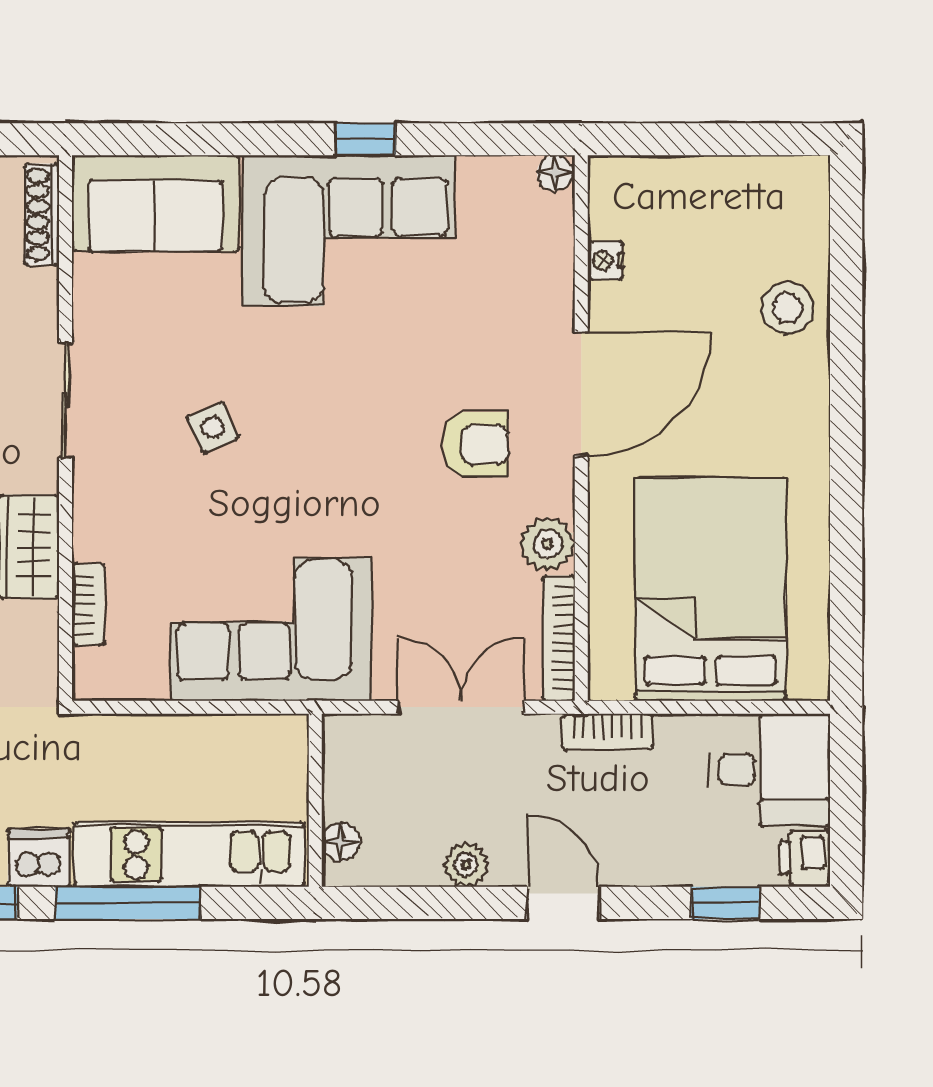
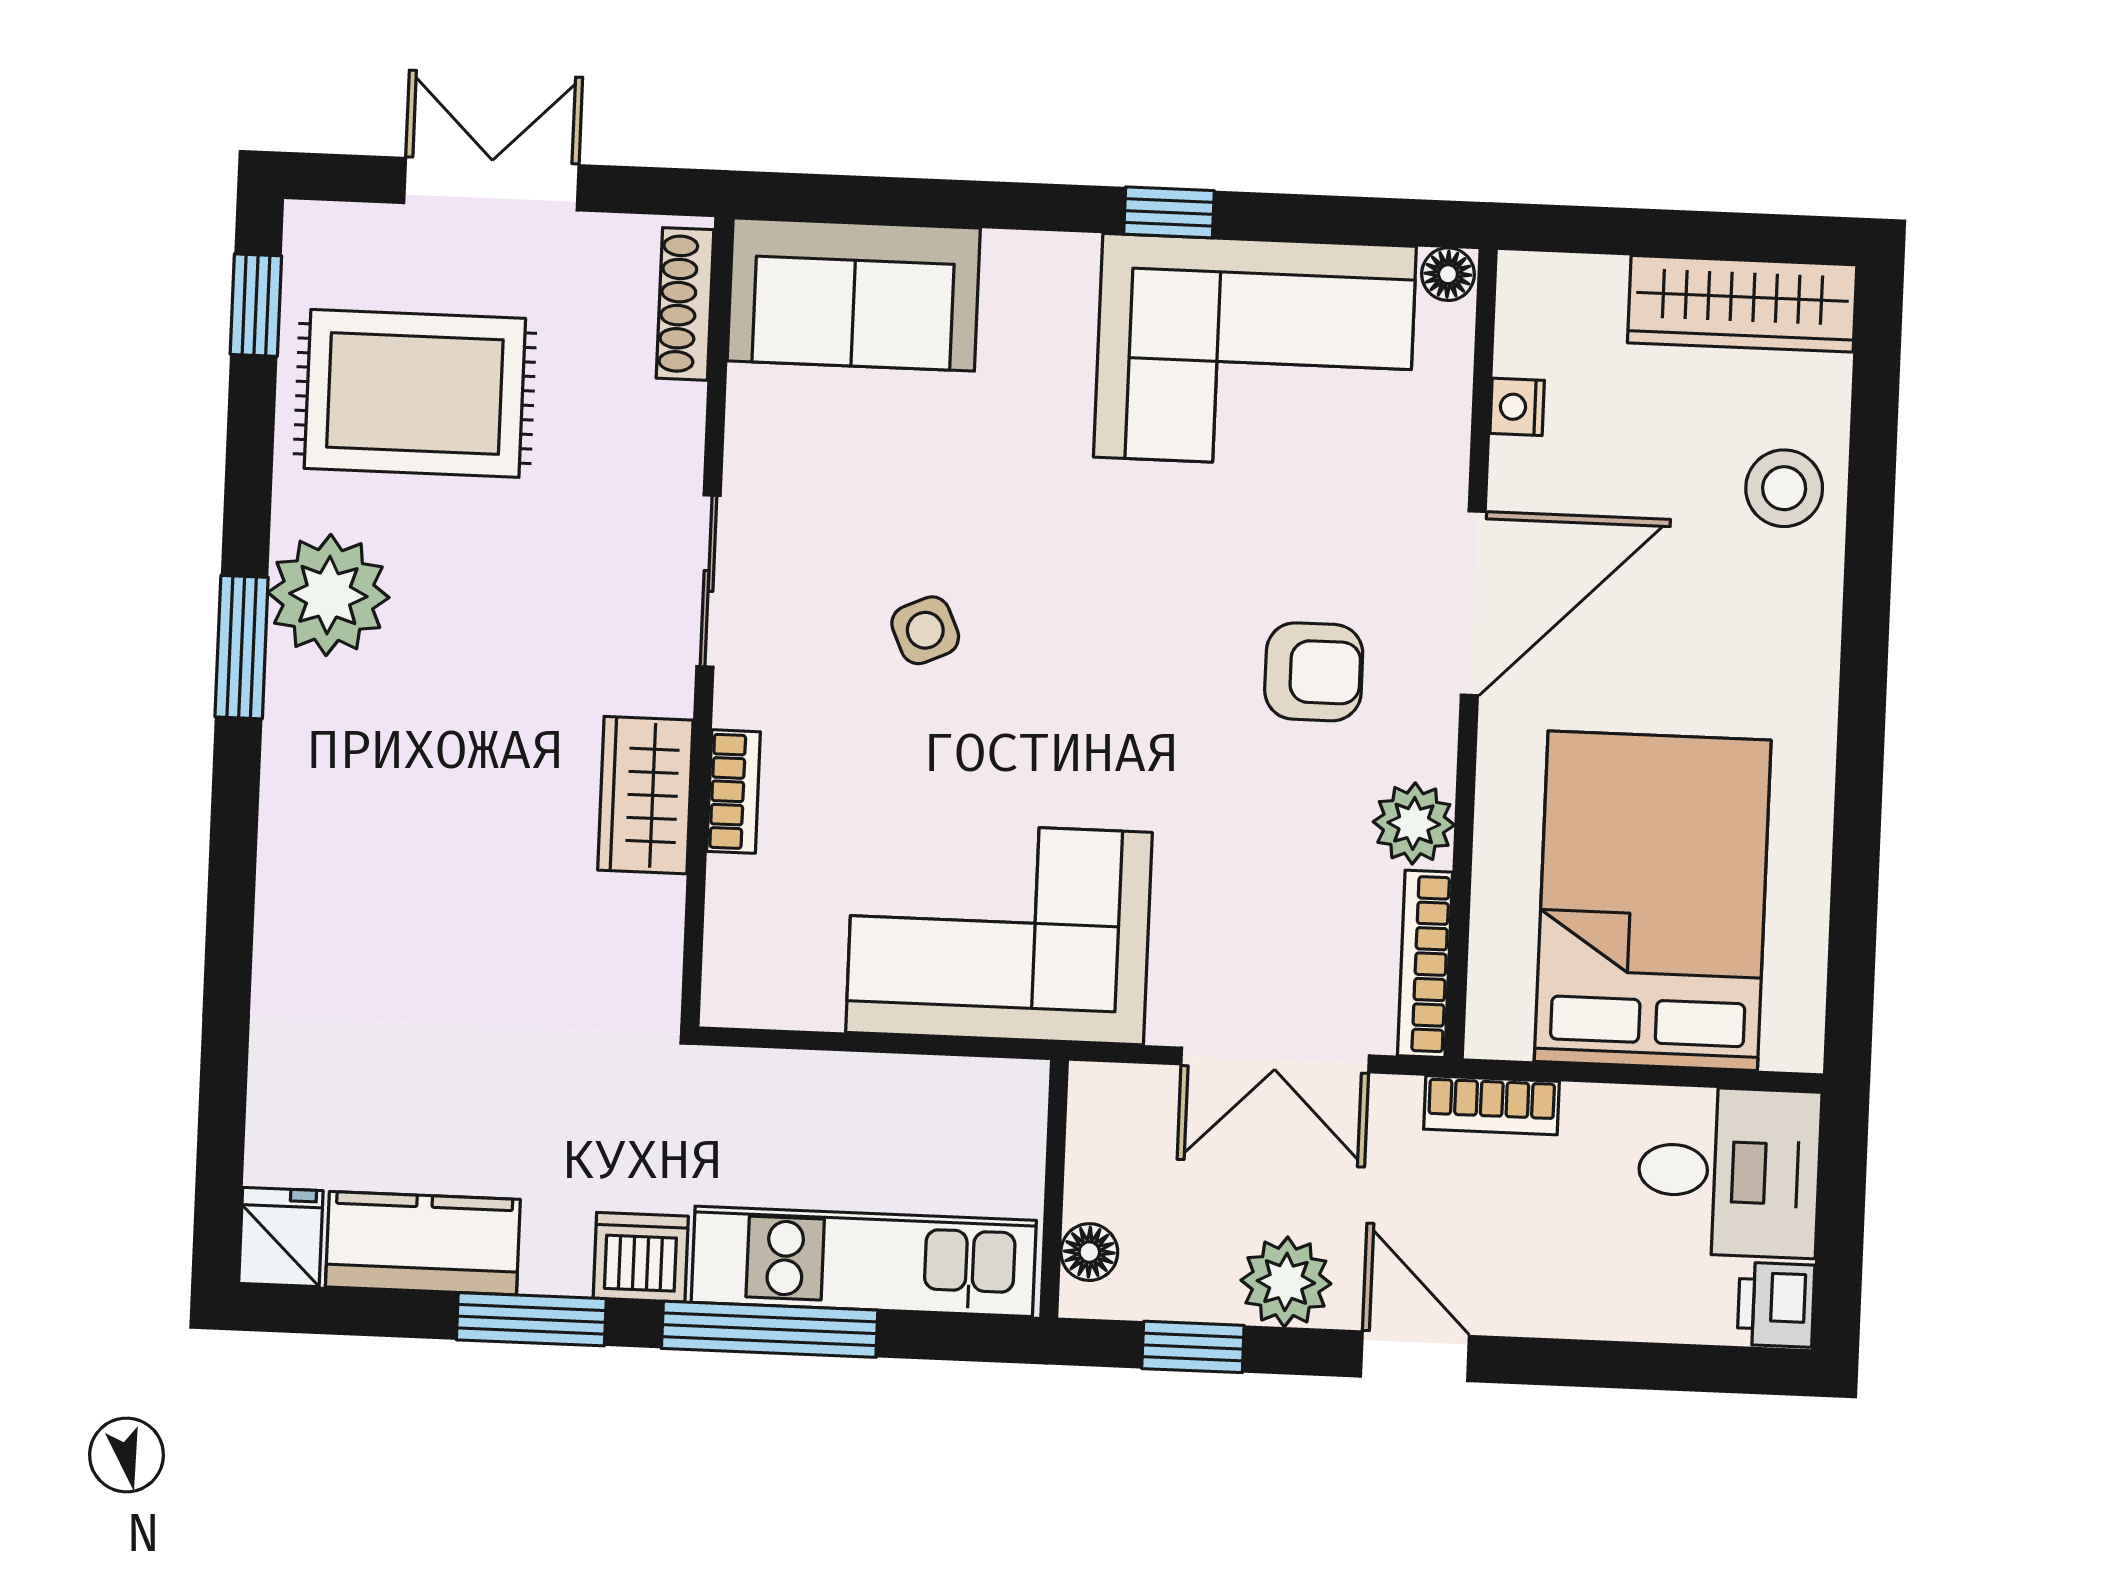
wardrobe: (754, 185) -> (1742, 304), added
corner sofa: (349, 231) -> (1255, 352), moved
bookcase: (88, 605) -> (734, 792), moved
double door: (461, 707) -> (1275, 1060), swing flipped
plant: (466, 865) -> (1286, 1282), width x1.38, depth x1.38
window: (726, 903) -> (1193, 1347), moved

